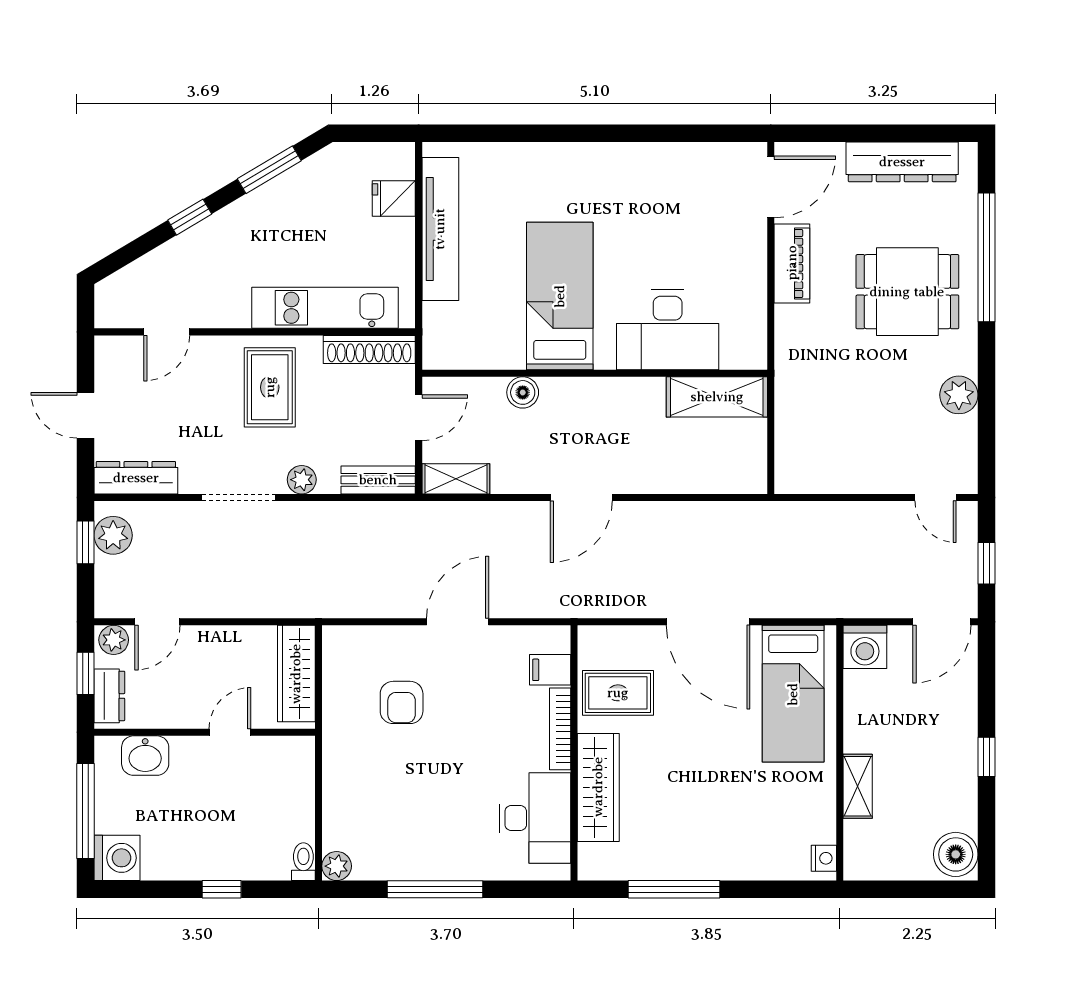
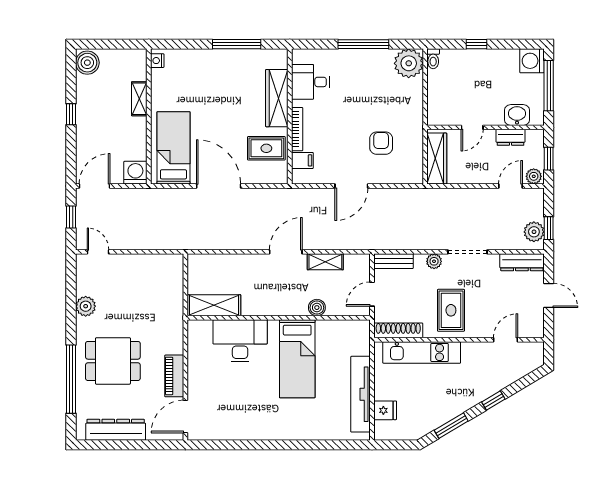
shelving: (456, 479) -> (325, 262), moved
dresser: (109, 696) -> (511, 137), moved, turned -90
desk: (535, 818) -> (310, 82), width x0.73
plant: (337, 866) -> (409, 63), width x1.87, depth x1.87

